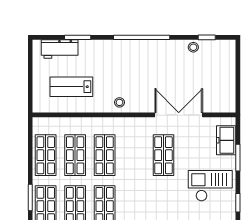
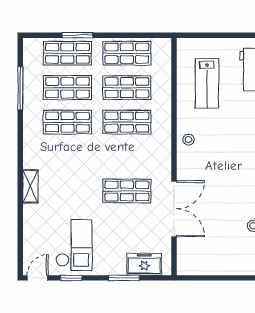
lab bench: (71, 87) -> (207, 83), turned 180
checkout: (210, 186) -> (74, 245), moved

